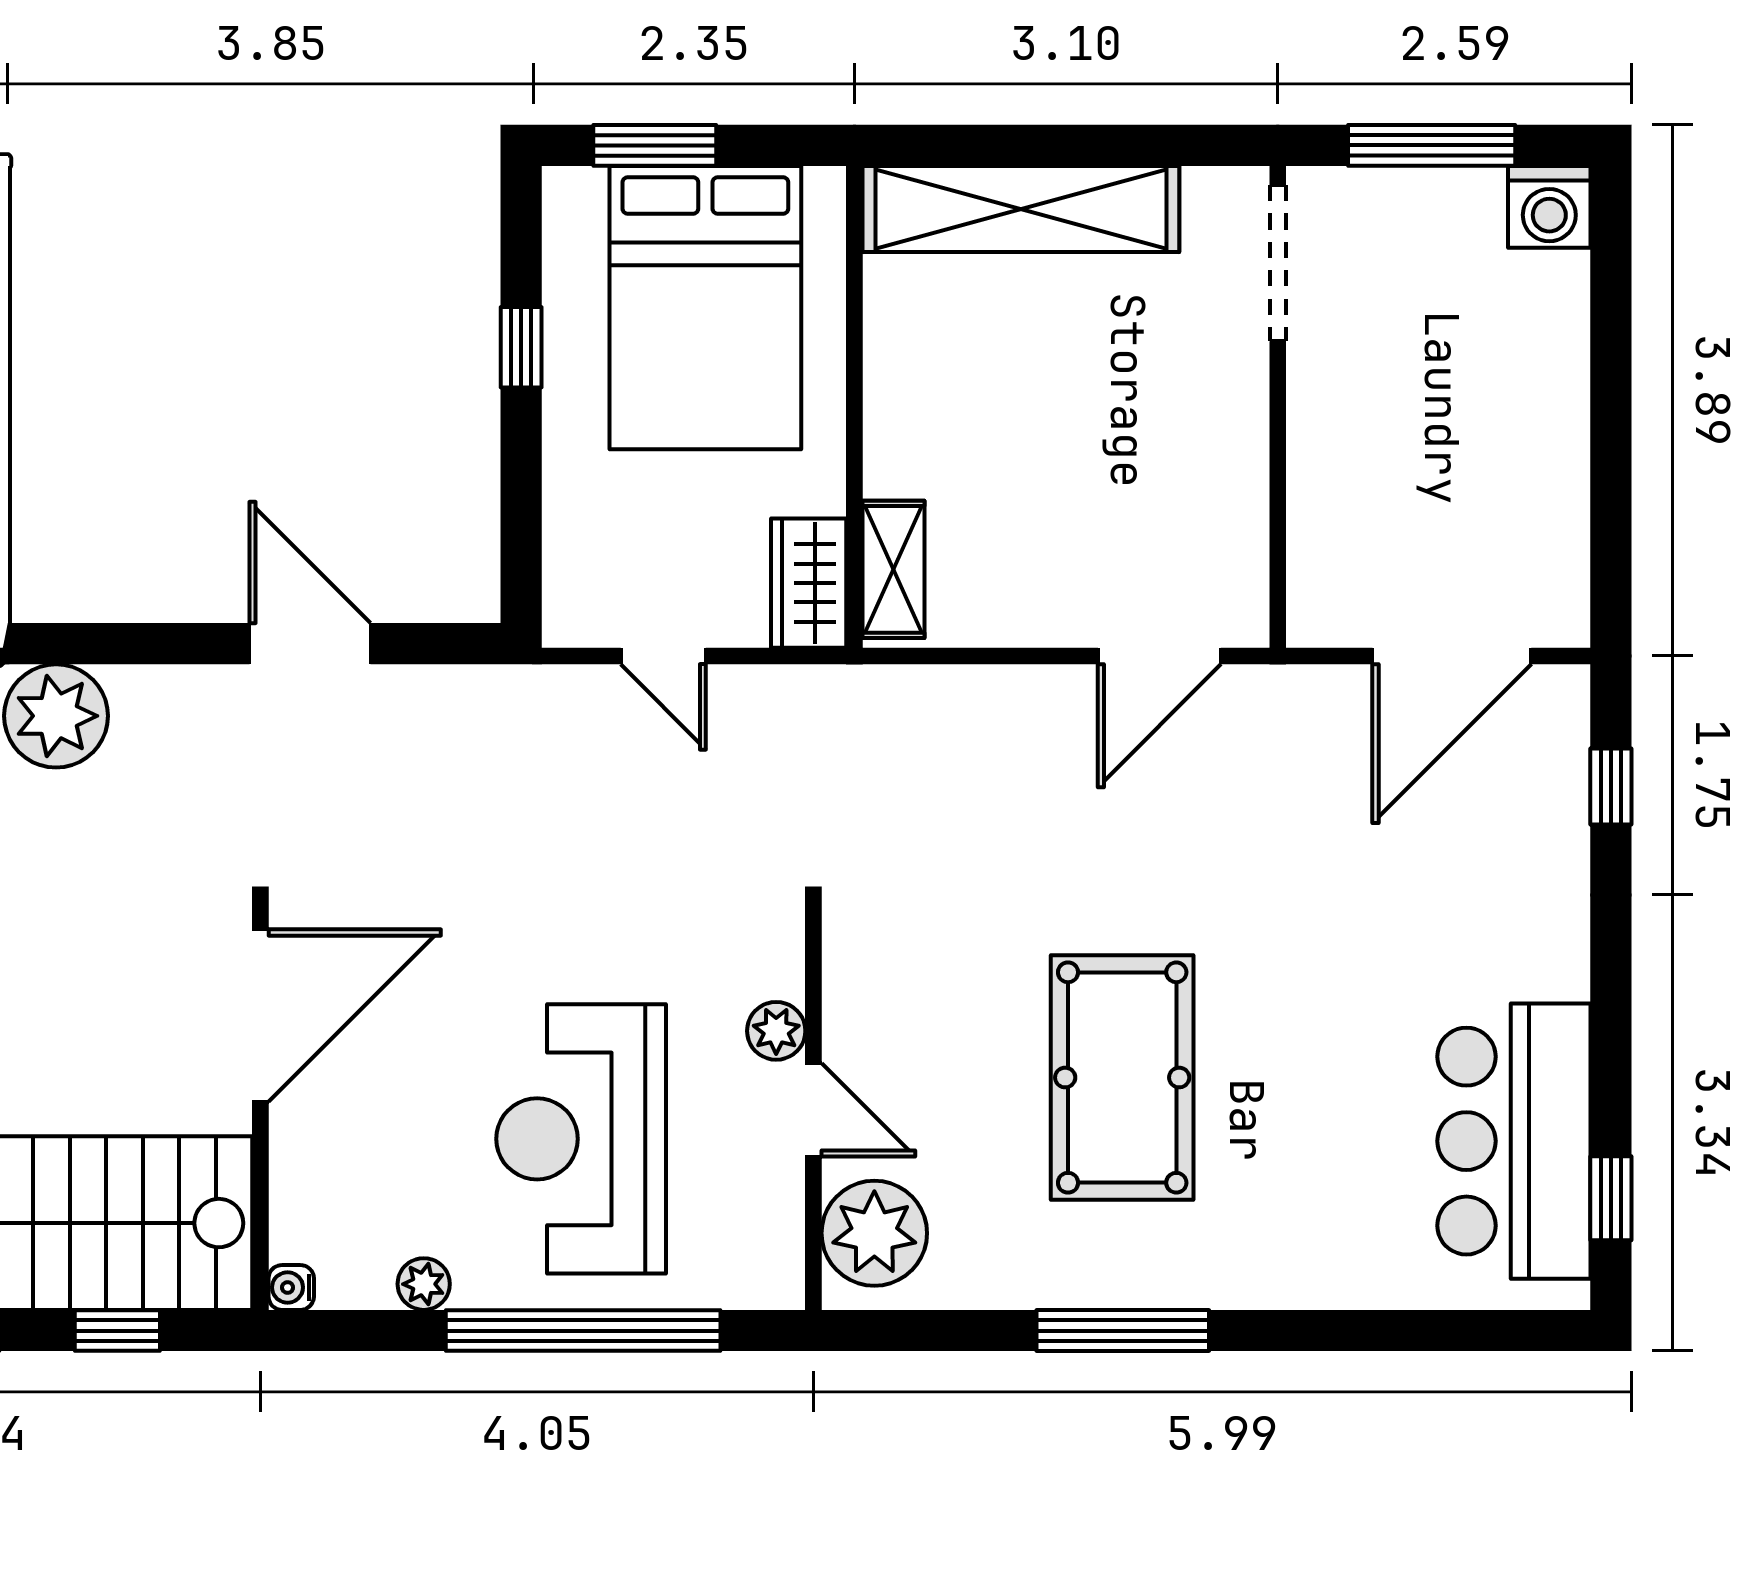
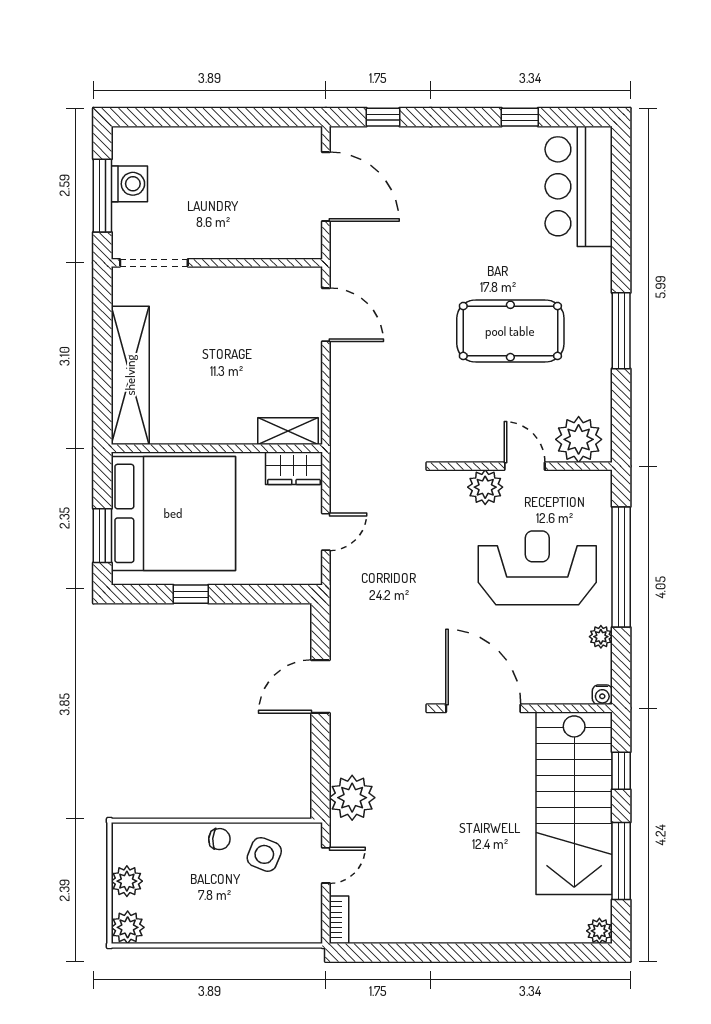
washing machine: (1549, 207) -> (129, 184), moved
bed: (705, 308) -> (173, 513), width x1.36
plant: (776, 1031) -> (485, 487), width x1.38, depth x1.38
door: (813, 1110) -> (525, 466), hinge flipped
reception desk: (581, 1139) -> (537, 568), turned 180
bar counter: (1514, 1141) -> (579, 186), moved, turned 90
window: (1611, 1198) -> (520, 117), moved

